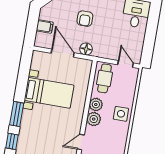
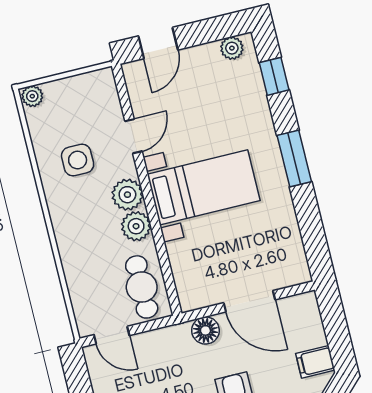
filing cabinet: (45, 26) -> (315, 362), moved
bed with nightstands: (49, 93) -> (204, 187), moved, turned 180
window: (17, 114) -> (294, 159), moved
side table: (121, 114) -> (78, 160), moved

